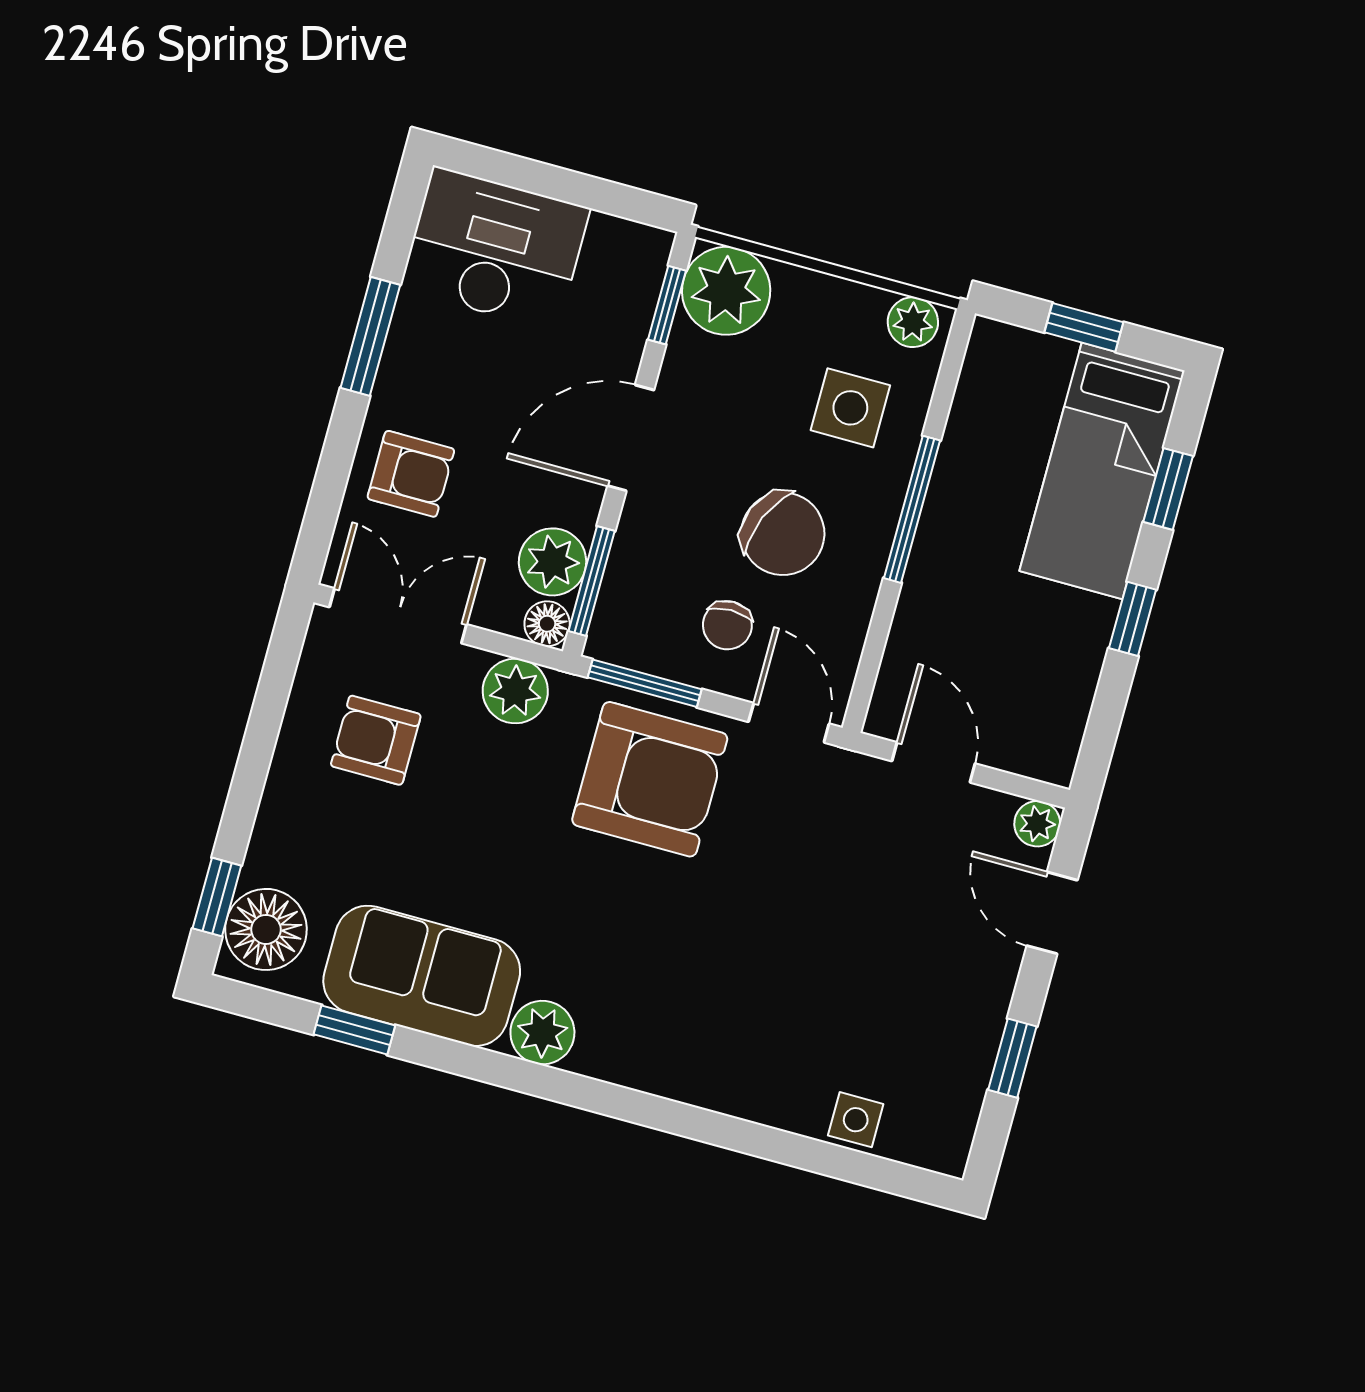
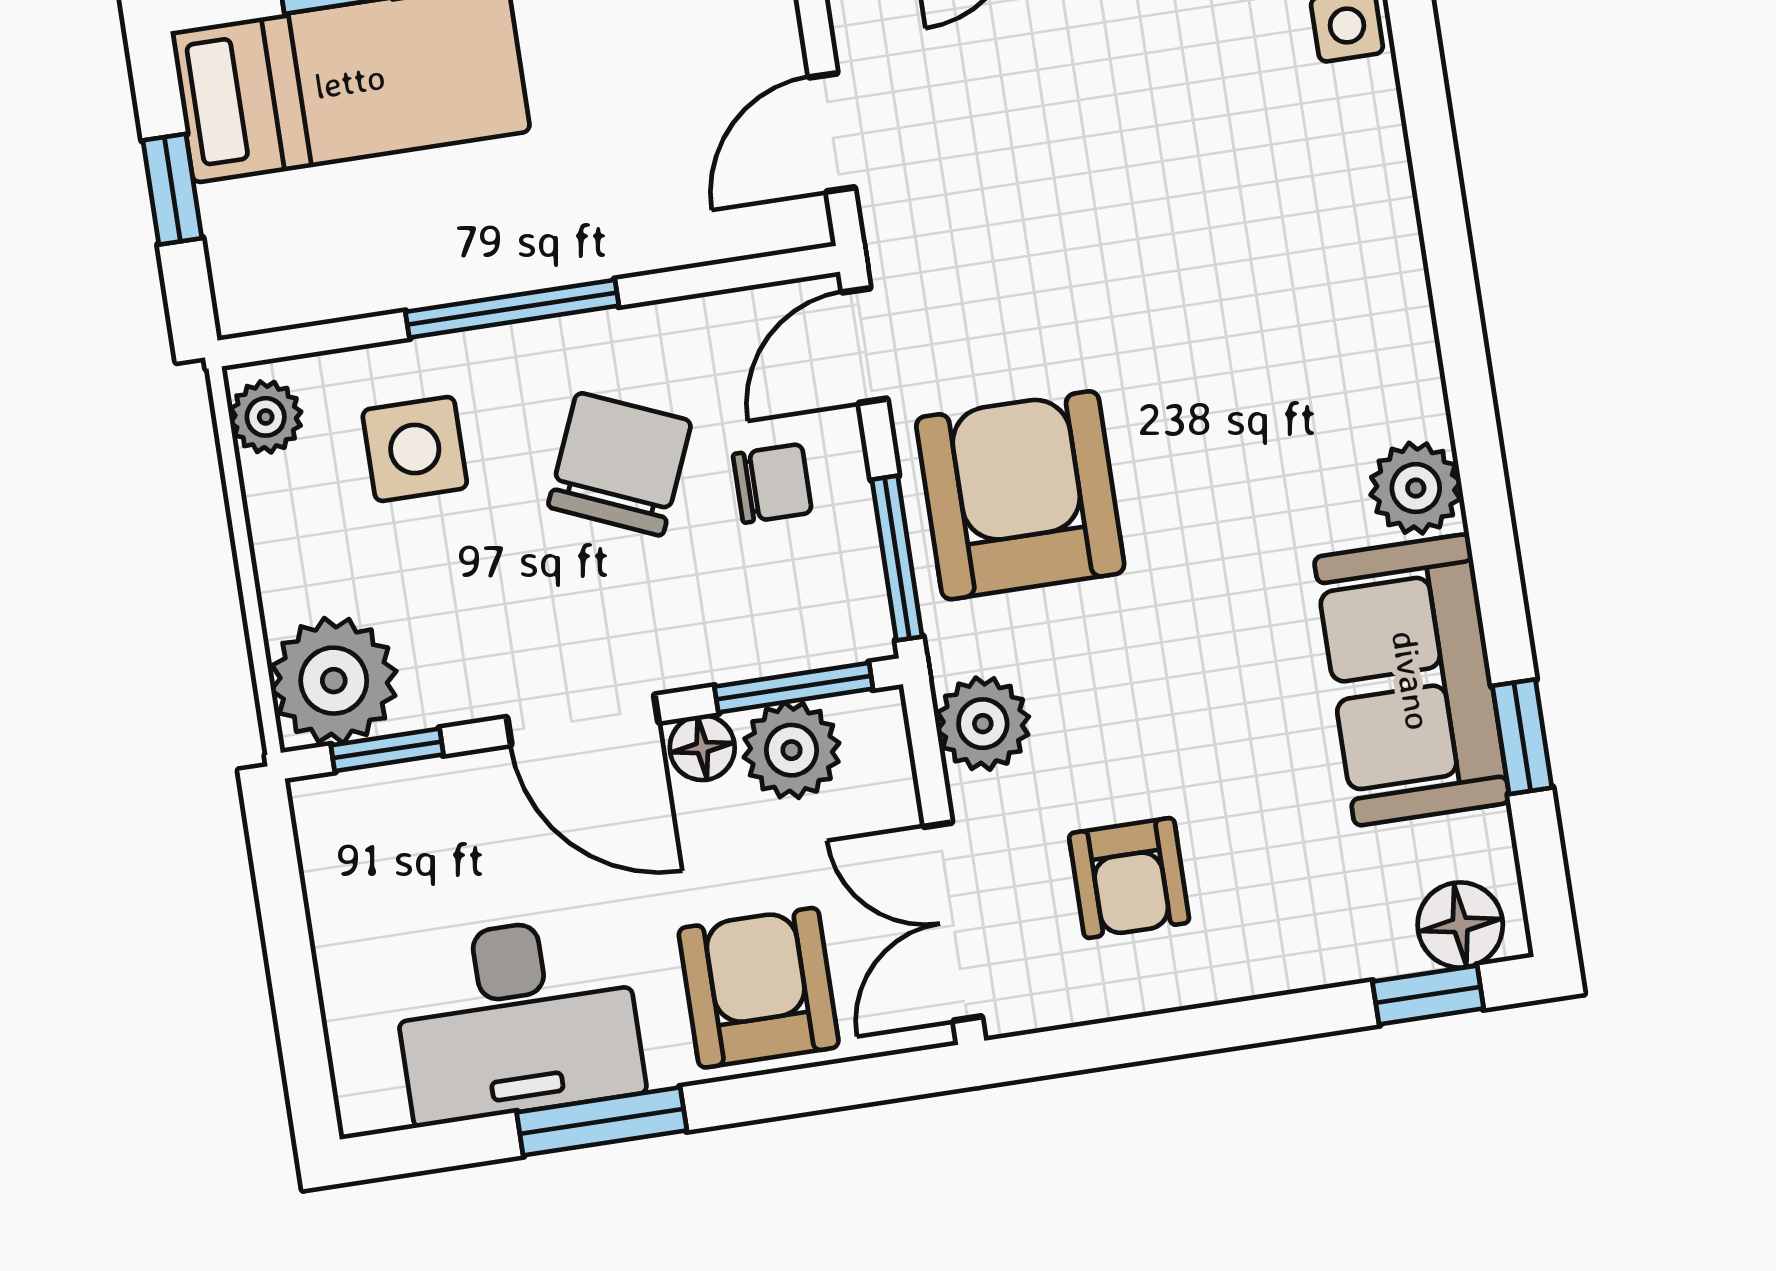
desk: (495, 249) -> (517, 1019), moved, turned -90
armchair: (411, 474) -> (759, 988), width x1.38, depth x1.38
floor lamp: (547, 624) -> (702, 748), moved
floor lamp: (266, 929) -> (1460, 925), width x0.73, depth x0.73

